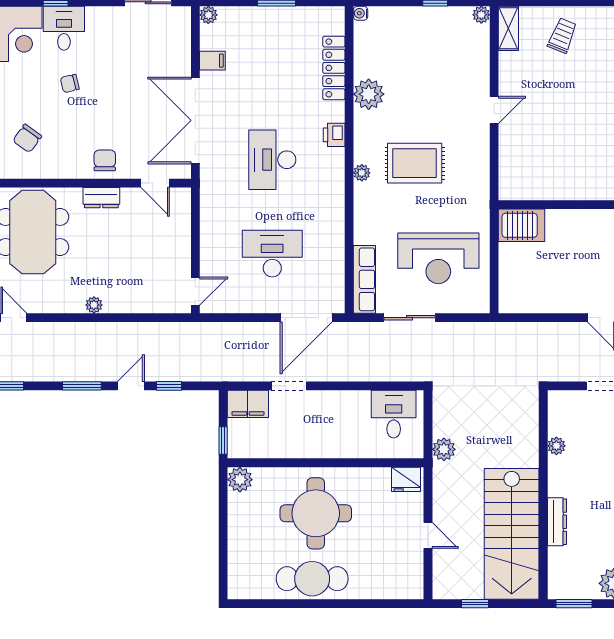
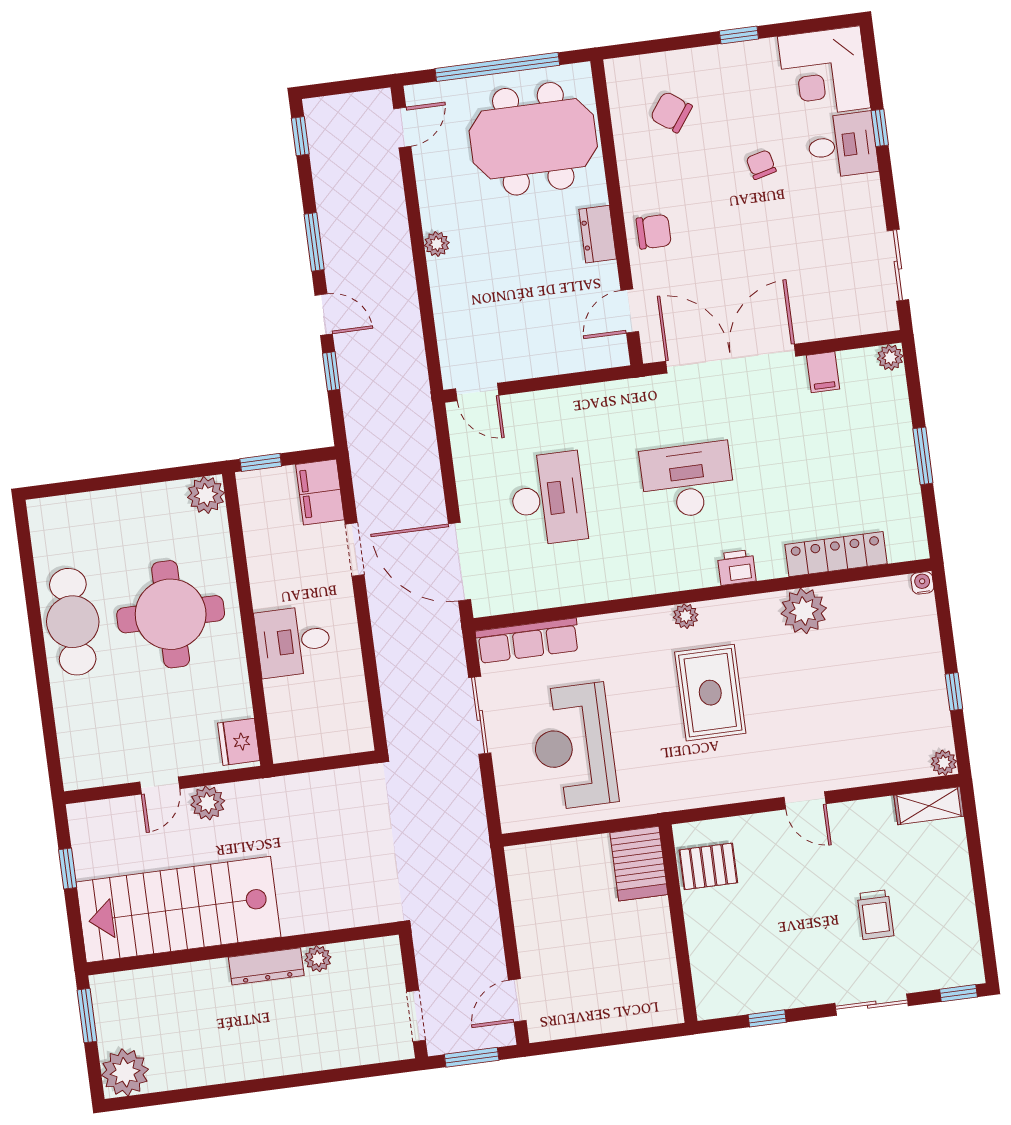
trolley: (562, 36) -> (875, 915), moved, turned 68
pallet: (529, 180) -> (708, 866), added
desk: (394, 414) -> (293, 641), moved, turned 180
plant: (444, 449) -> (208, 803), moved
dresser: (557, 522) -> (266, 966), moved

